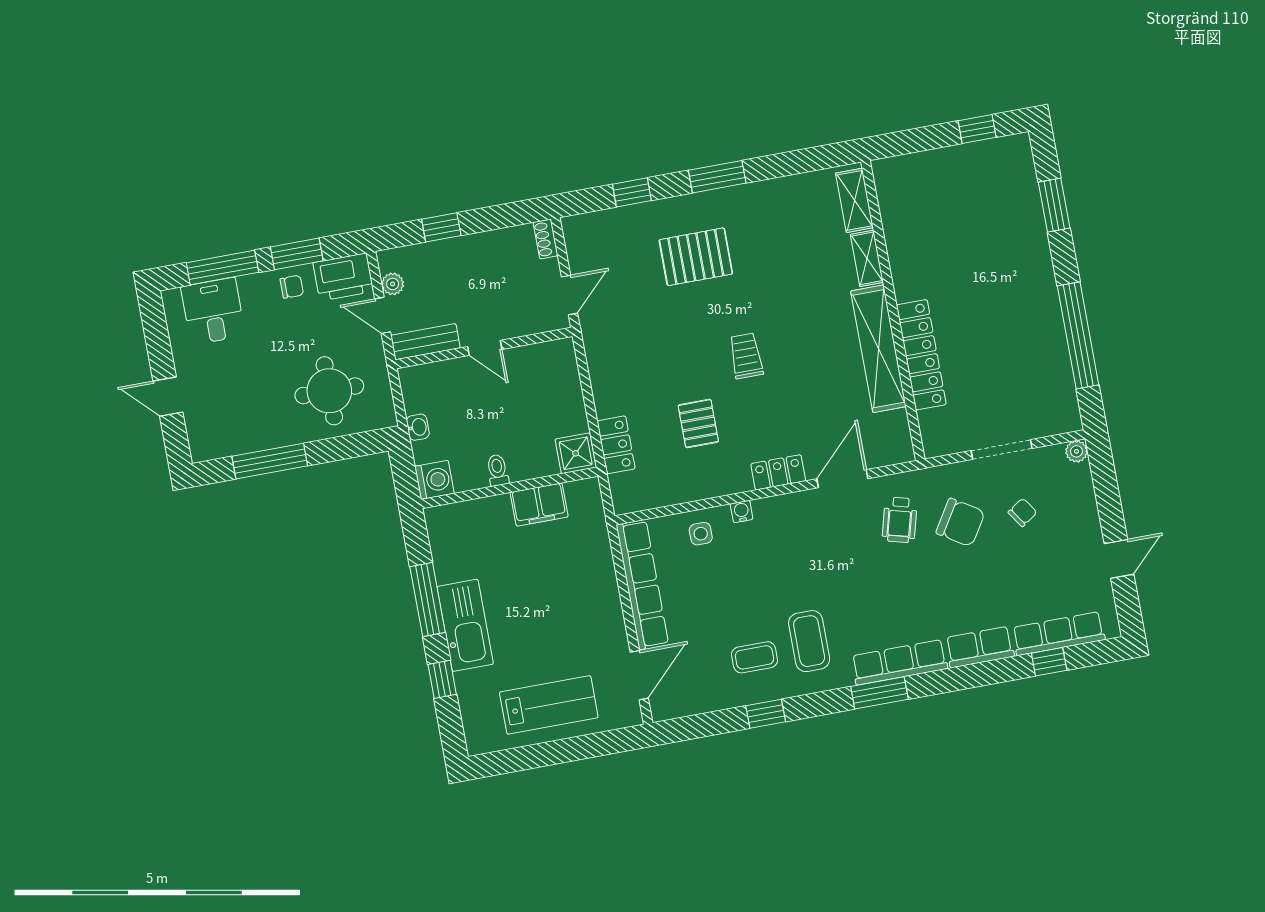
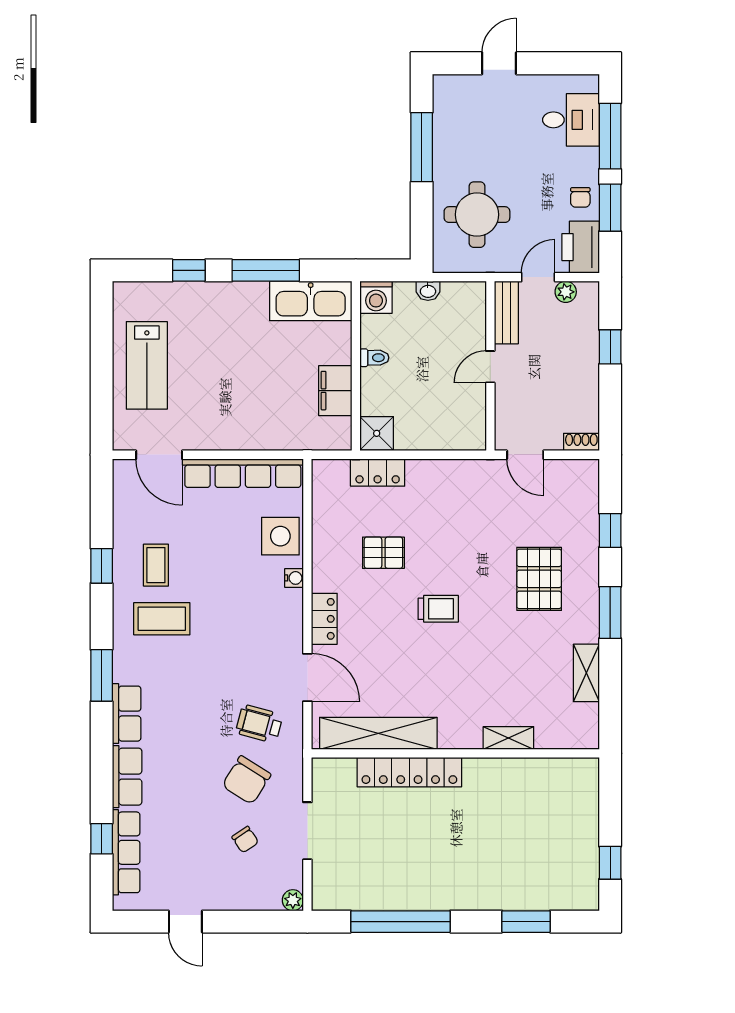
shelving: (855, 200) -> (586, 673), moved, turned 90
shelving: (878, 349) -> (378, 733), moved
side table: (701, 534) -> (280, 536), width x1.87, depth x1.87
kitchen sink: (465, 625) -> (311, 301), moved
row of seats: (899, 662) -> (127, 714), width x0.68

